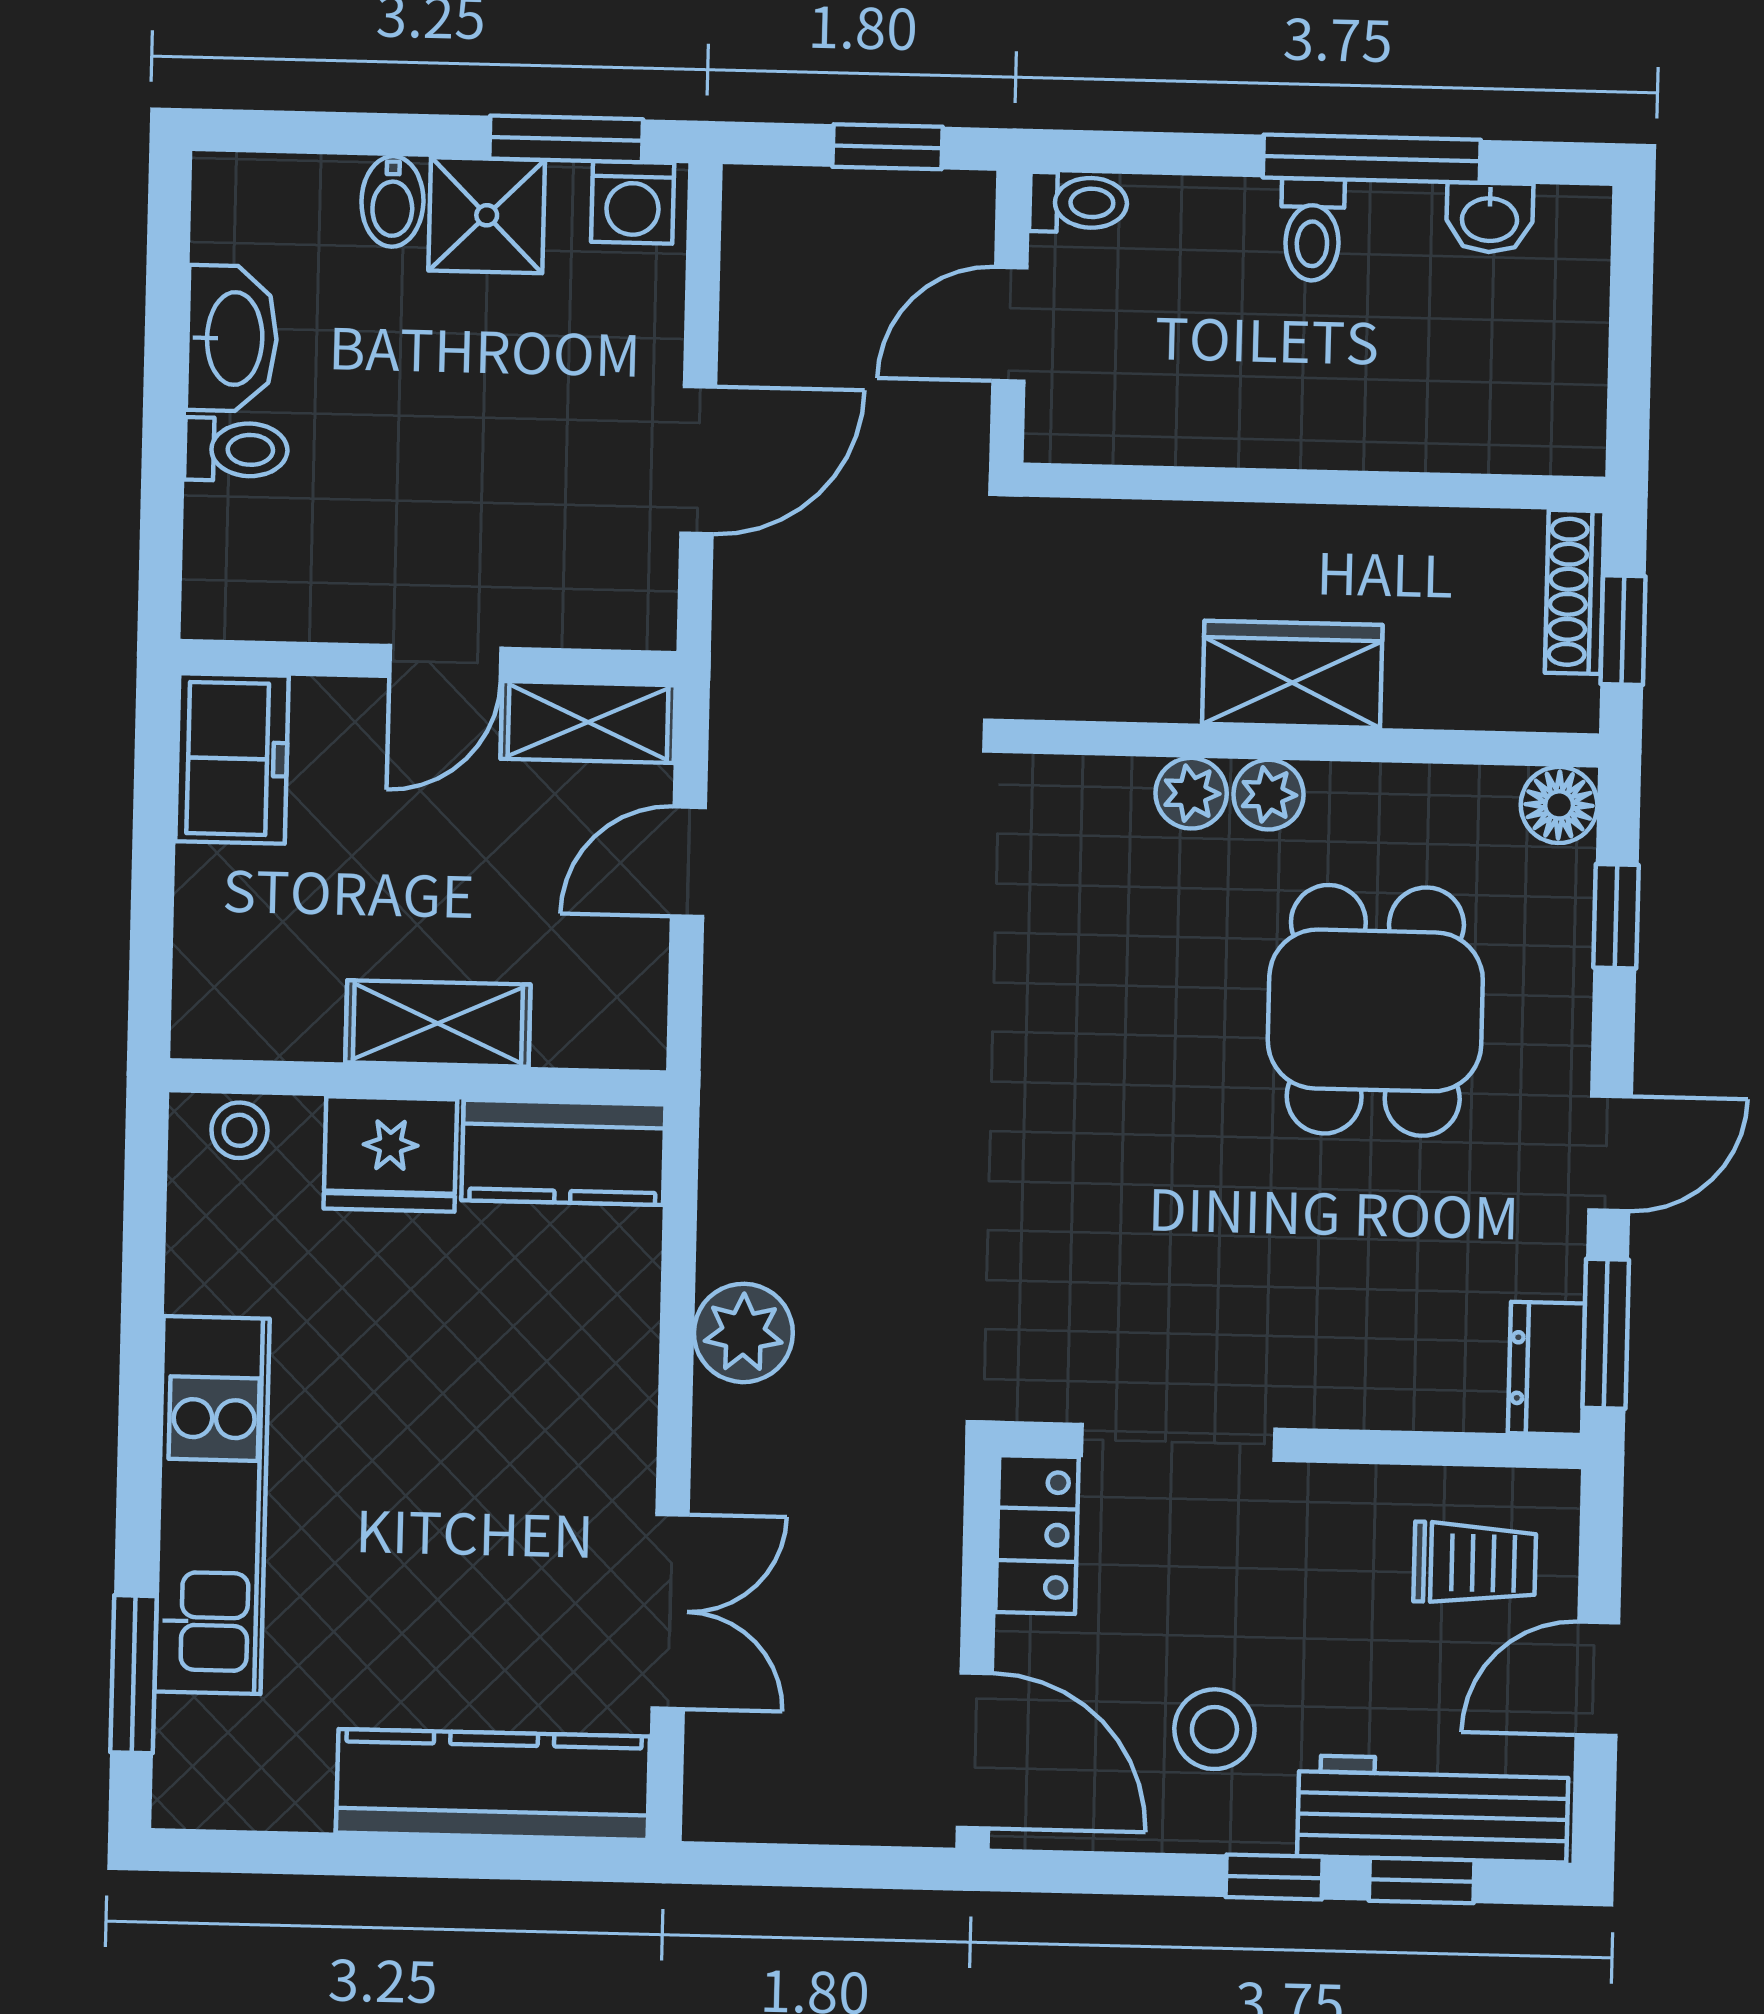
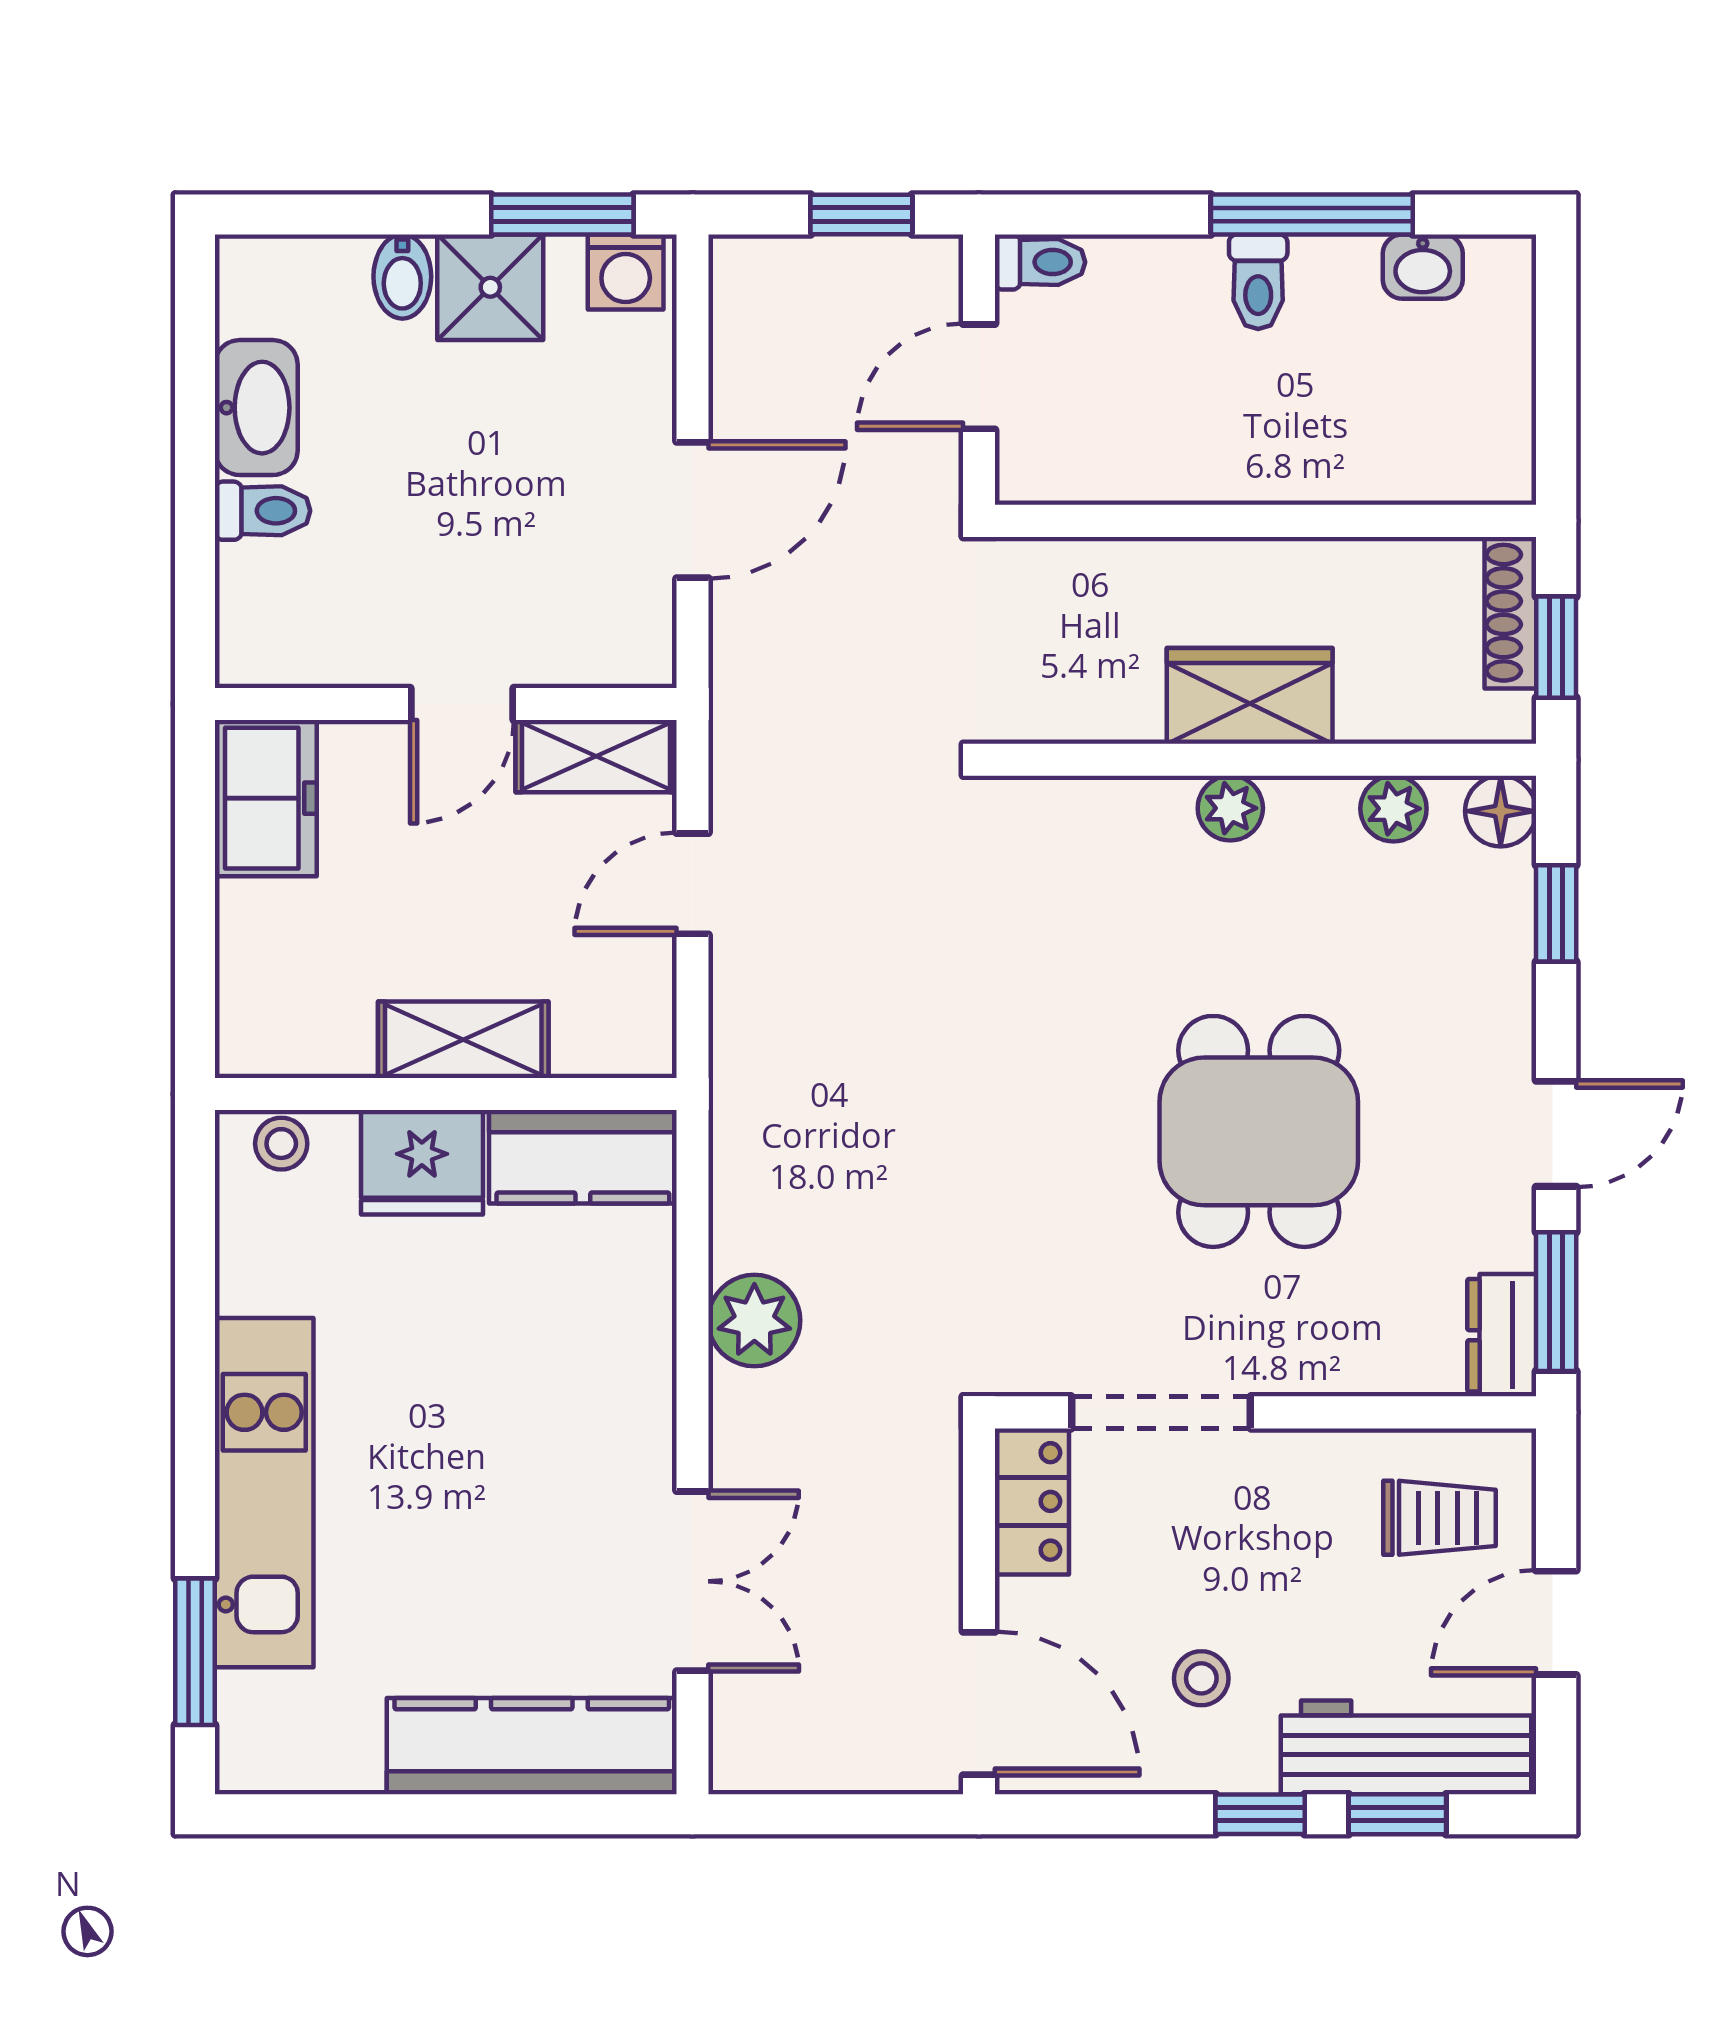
plant: (1191, 793) -> (1393, 809), moved
dining table: (1375, 1010) -> (1259, 1131), moved
stool: (1214, 1729) -> (1201, 1678), width x0.73, depth x0.73

